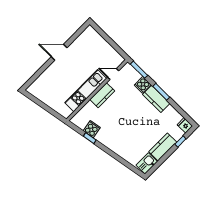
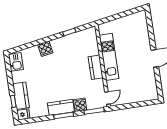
door: (113, 74) -> (107, 98), moved
cooker: (92, 129) -> (45, 49), moved
kitchen counter: (163, 147) -> (21, 96), moved

